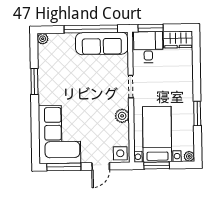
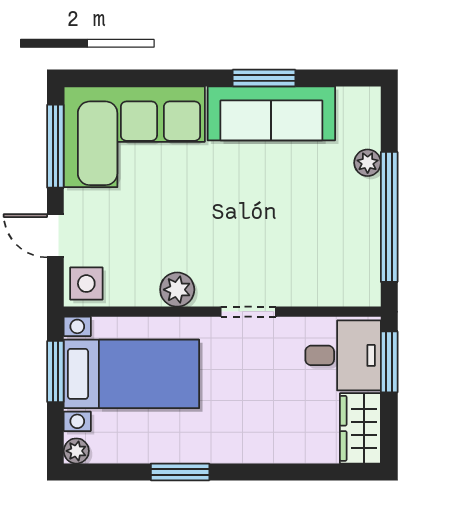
plant: (43, 39) -> (368, 163), moved
sofa: (102, 43) -> (271, 113), moved, turned -90

